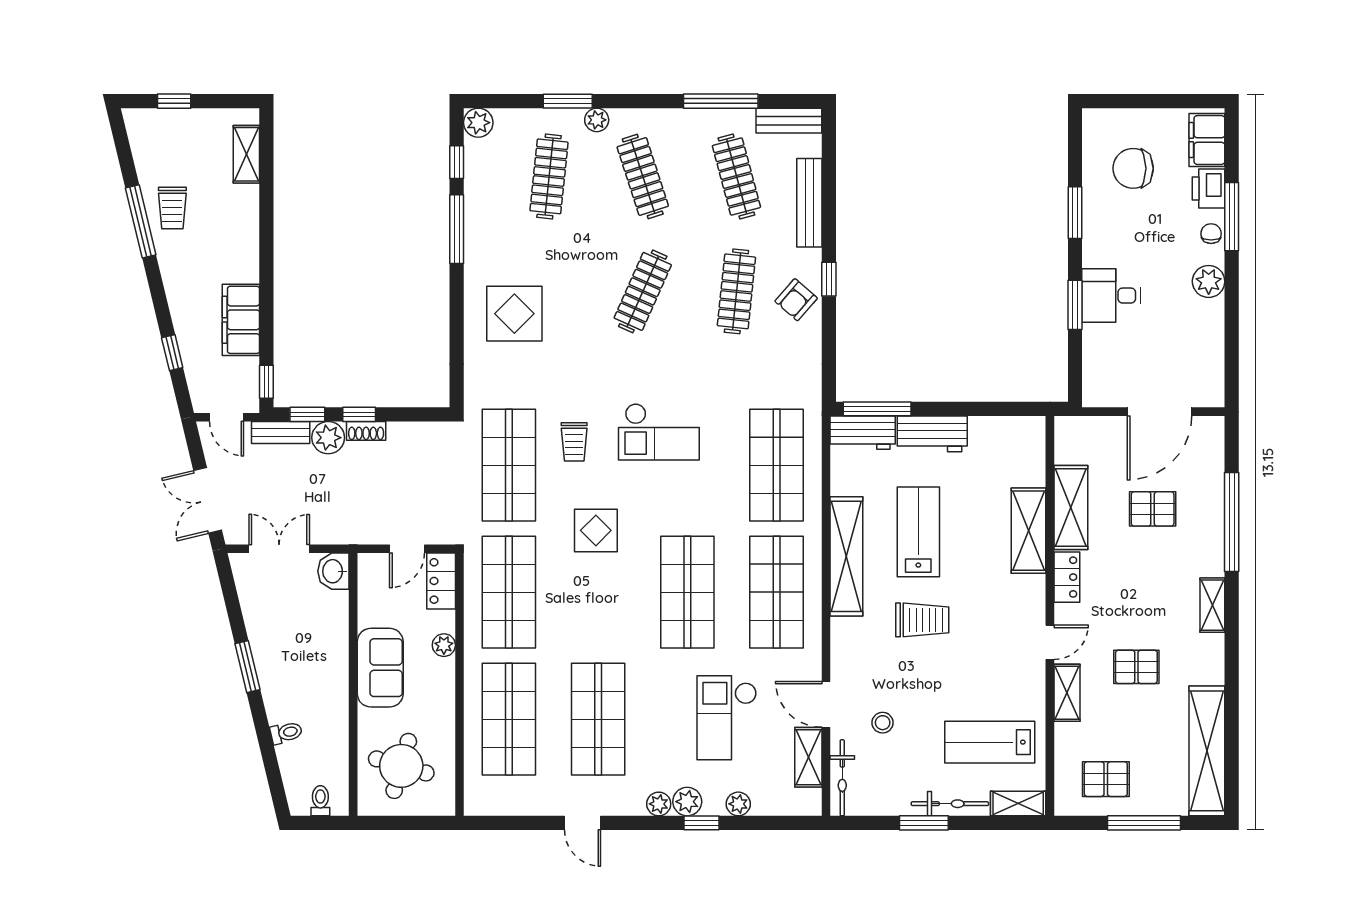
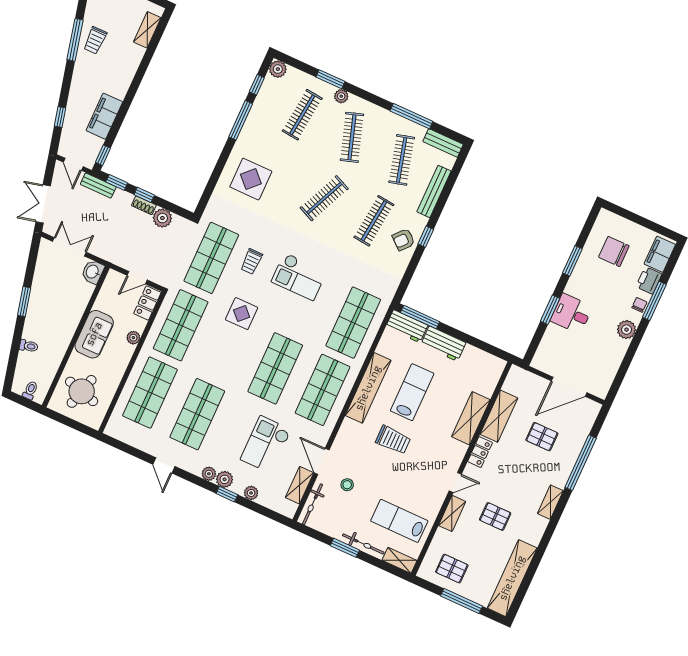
plant: (328, 438) -> (162, 218), moved

